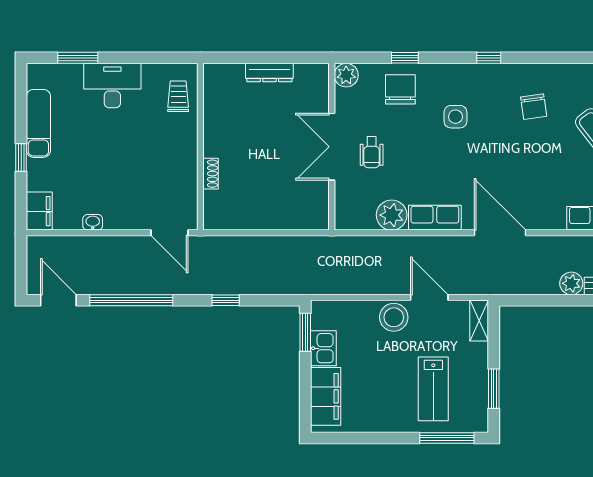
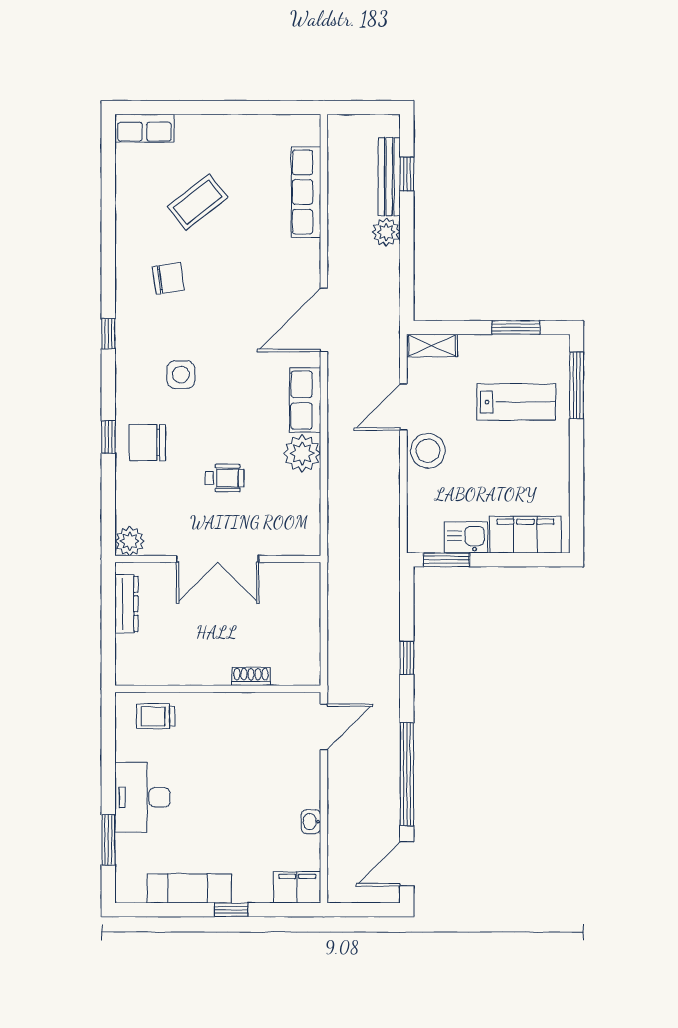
plant: (346, 75) -> (130, 541), moved
double door: (332, 147) -> (218, 559), moved
wall: (332, 147) -> (218, 559), moved

